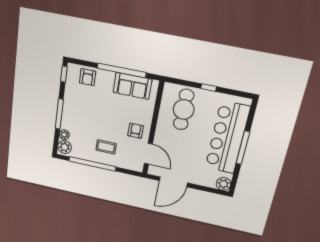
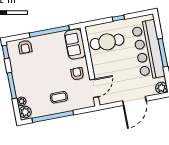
sofa: (132, 86) -> (75, 44), moved, turned 90
cafe table: (184, 110) -> (107, 42), turned 90
door: (148, 154) -> (94, 88), hinge flipped
door: (173, 182) -> (134, 101), moved

